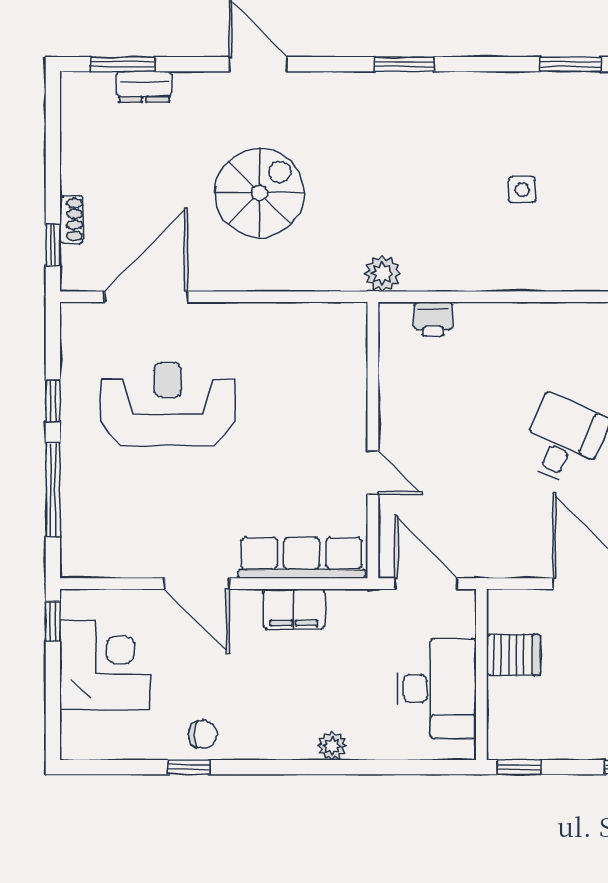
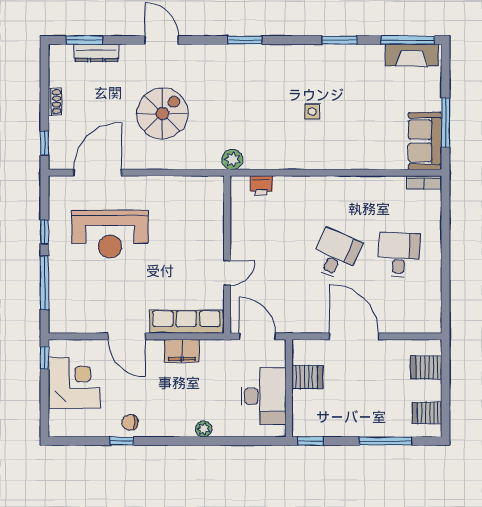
dresser: (144, 87) -> (96, 53), width x1.44
shoe rack: (71, 219) -> (55, 102), moved
reception desk: (168, 404) -> (110, 234), turned 180
door: (373, 472) -> (227, 273), hinge flipped
chair: (203, 734) -> (130, 422), turned 180

